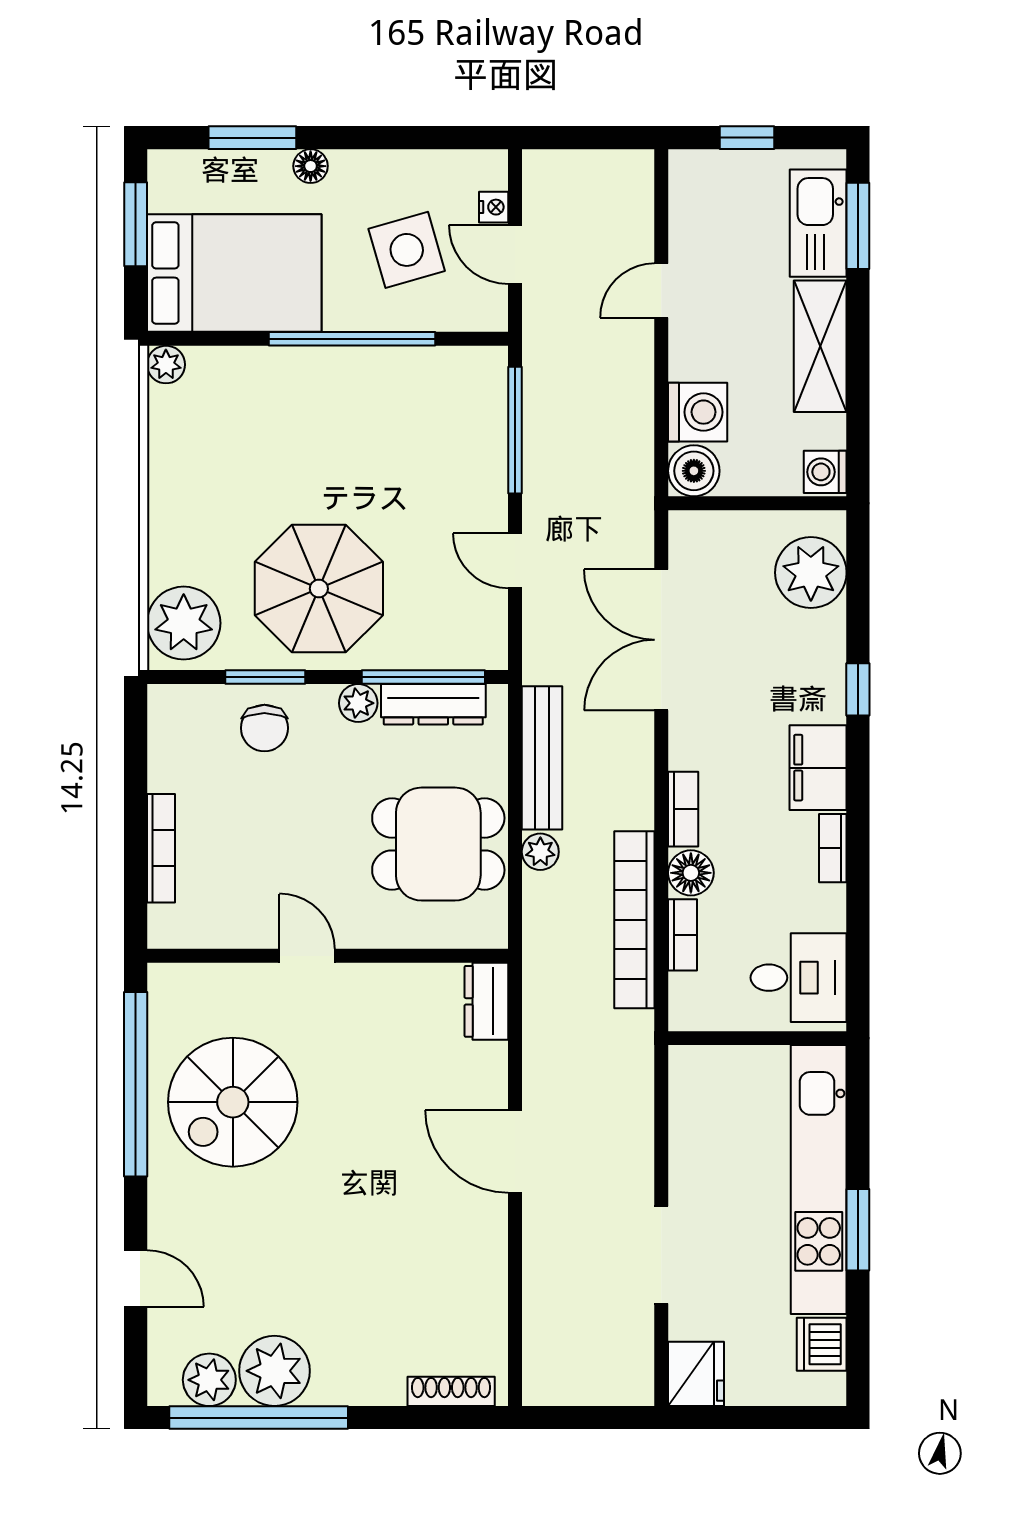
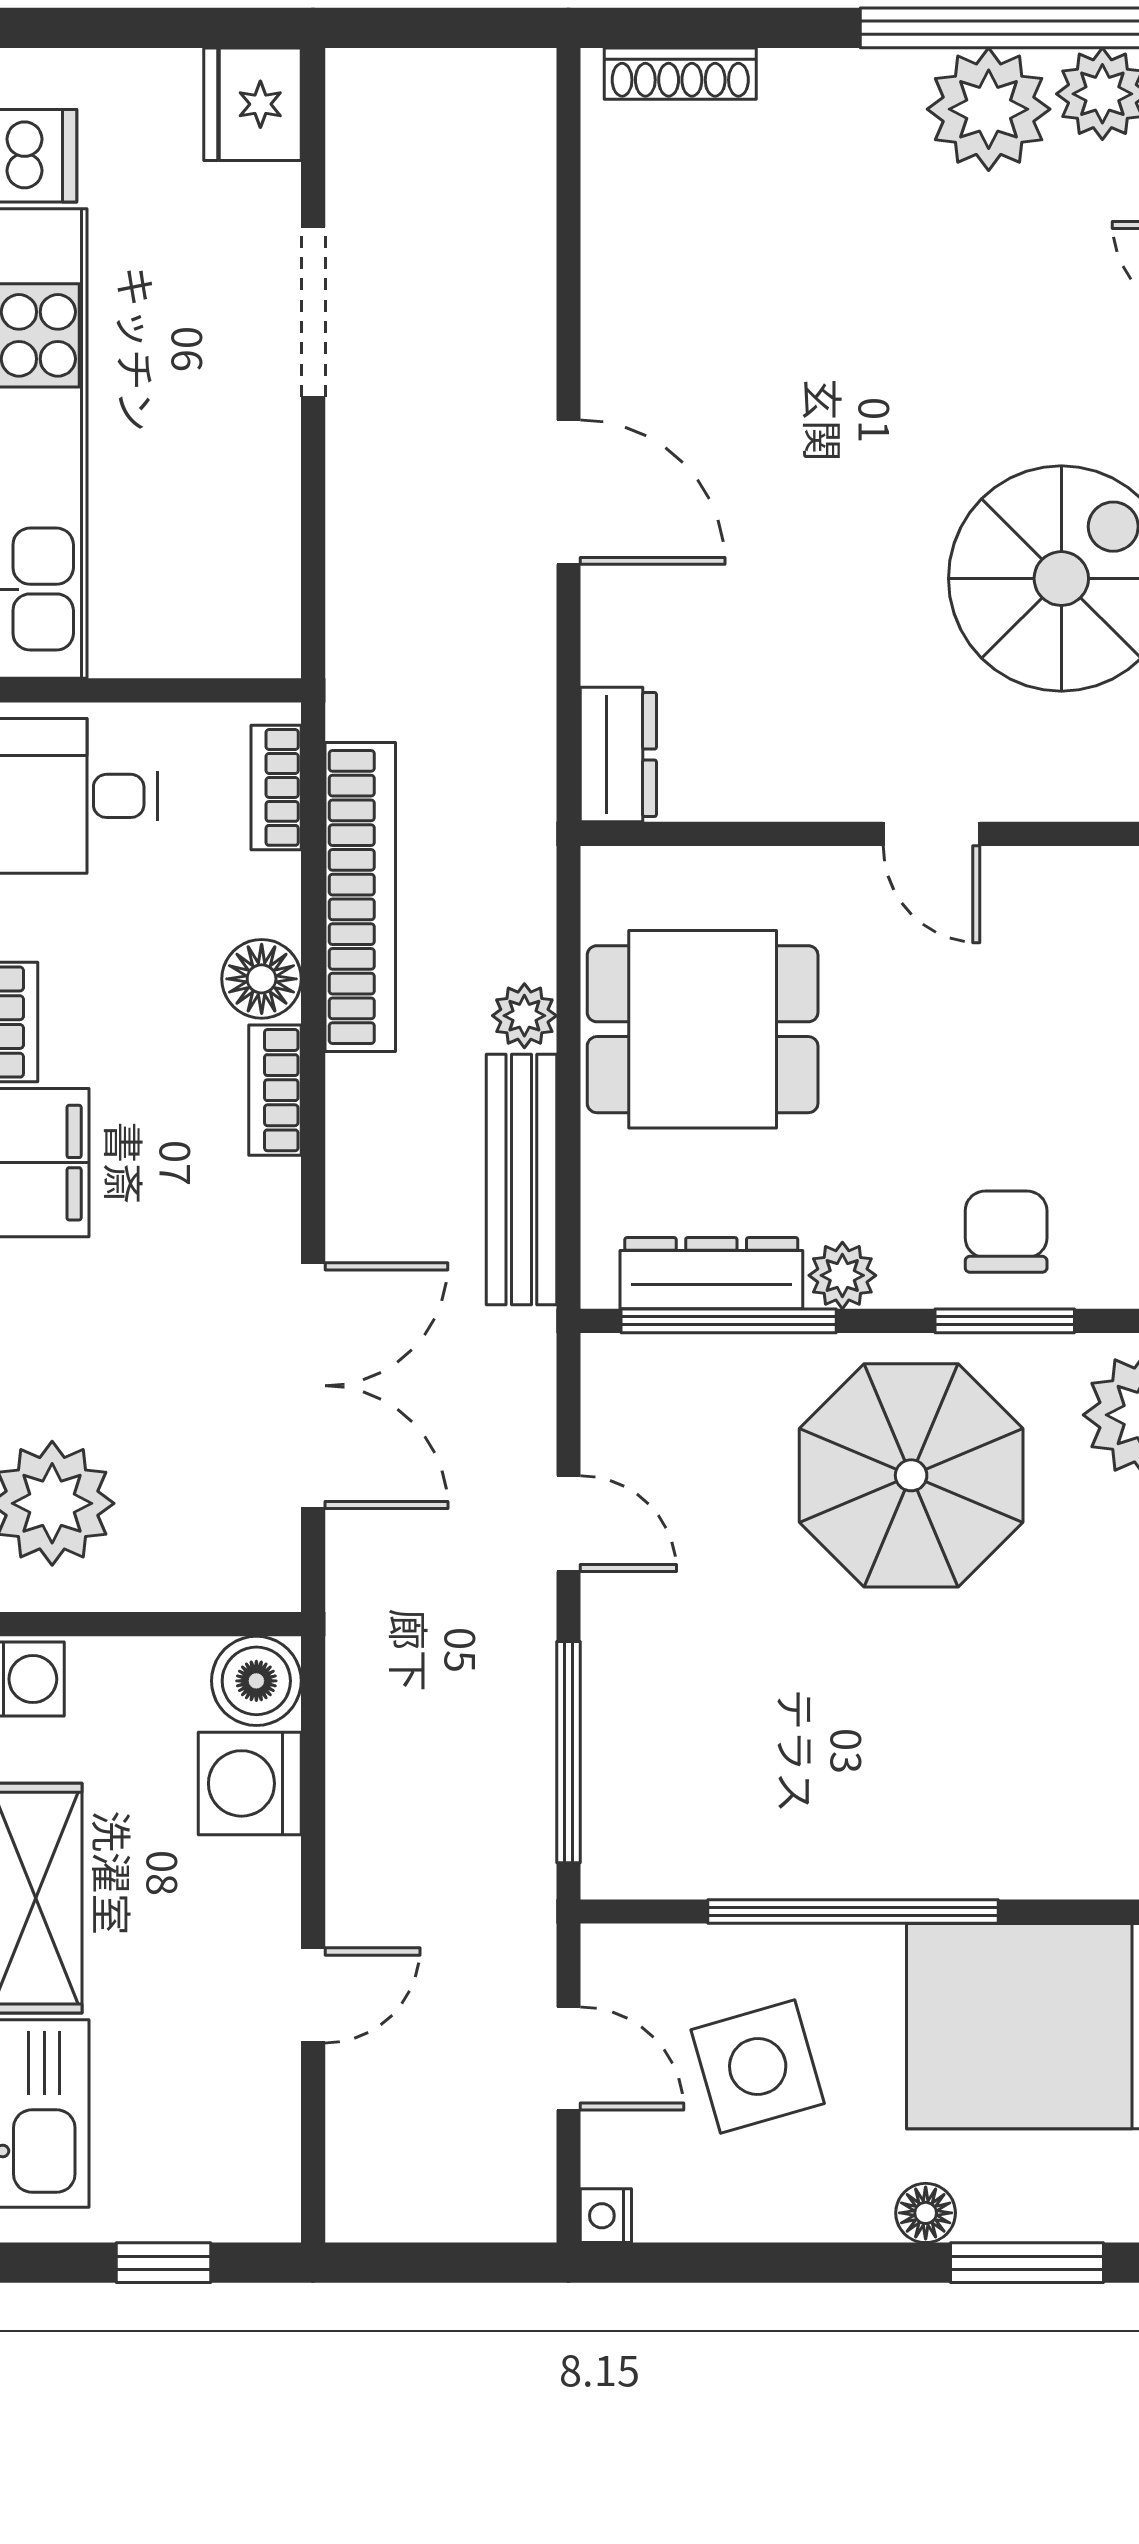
nightstand: (494, 207) -> (606, 2216), moved
bookcase: (683, 935) -> (276, 787), moved

